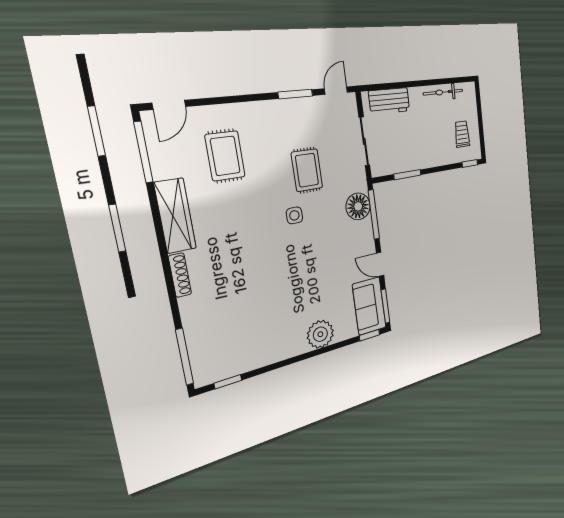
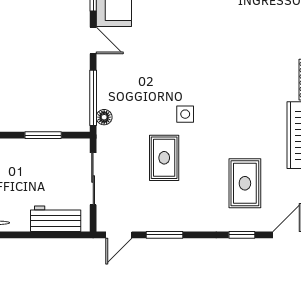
window: (219, 101) -> (242, 235), added
floor lamp: (358, 206) -> (104, 117), width x0.53, depth x0.53

